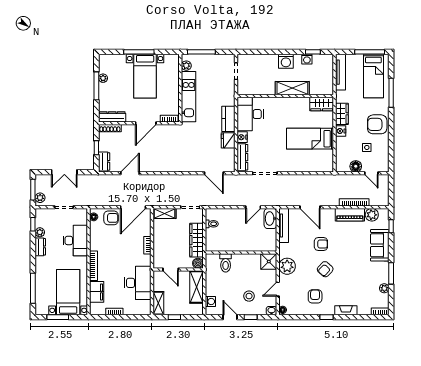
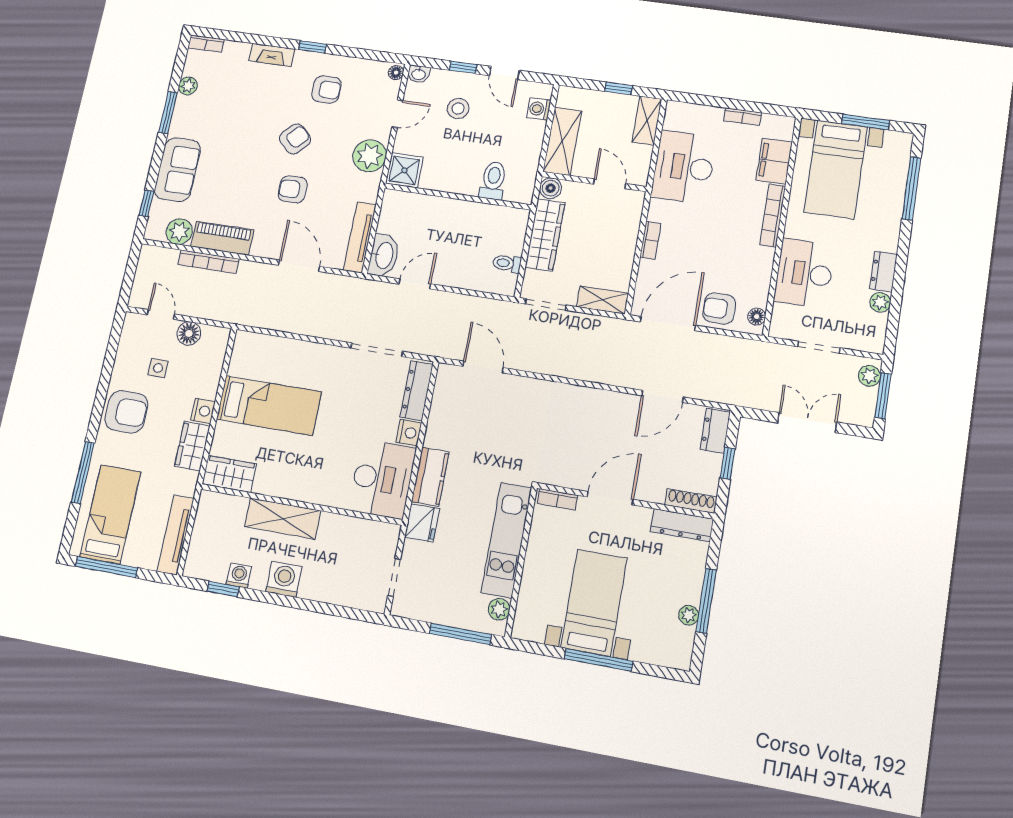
fridge: (228, 140) -> (422, 523), moved
window: (33, 224) -> (893, 322), removed
armchair: (315, 296) -> (326, 89), turned -90

